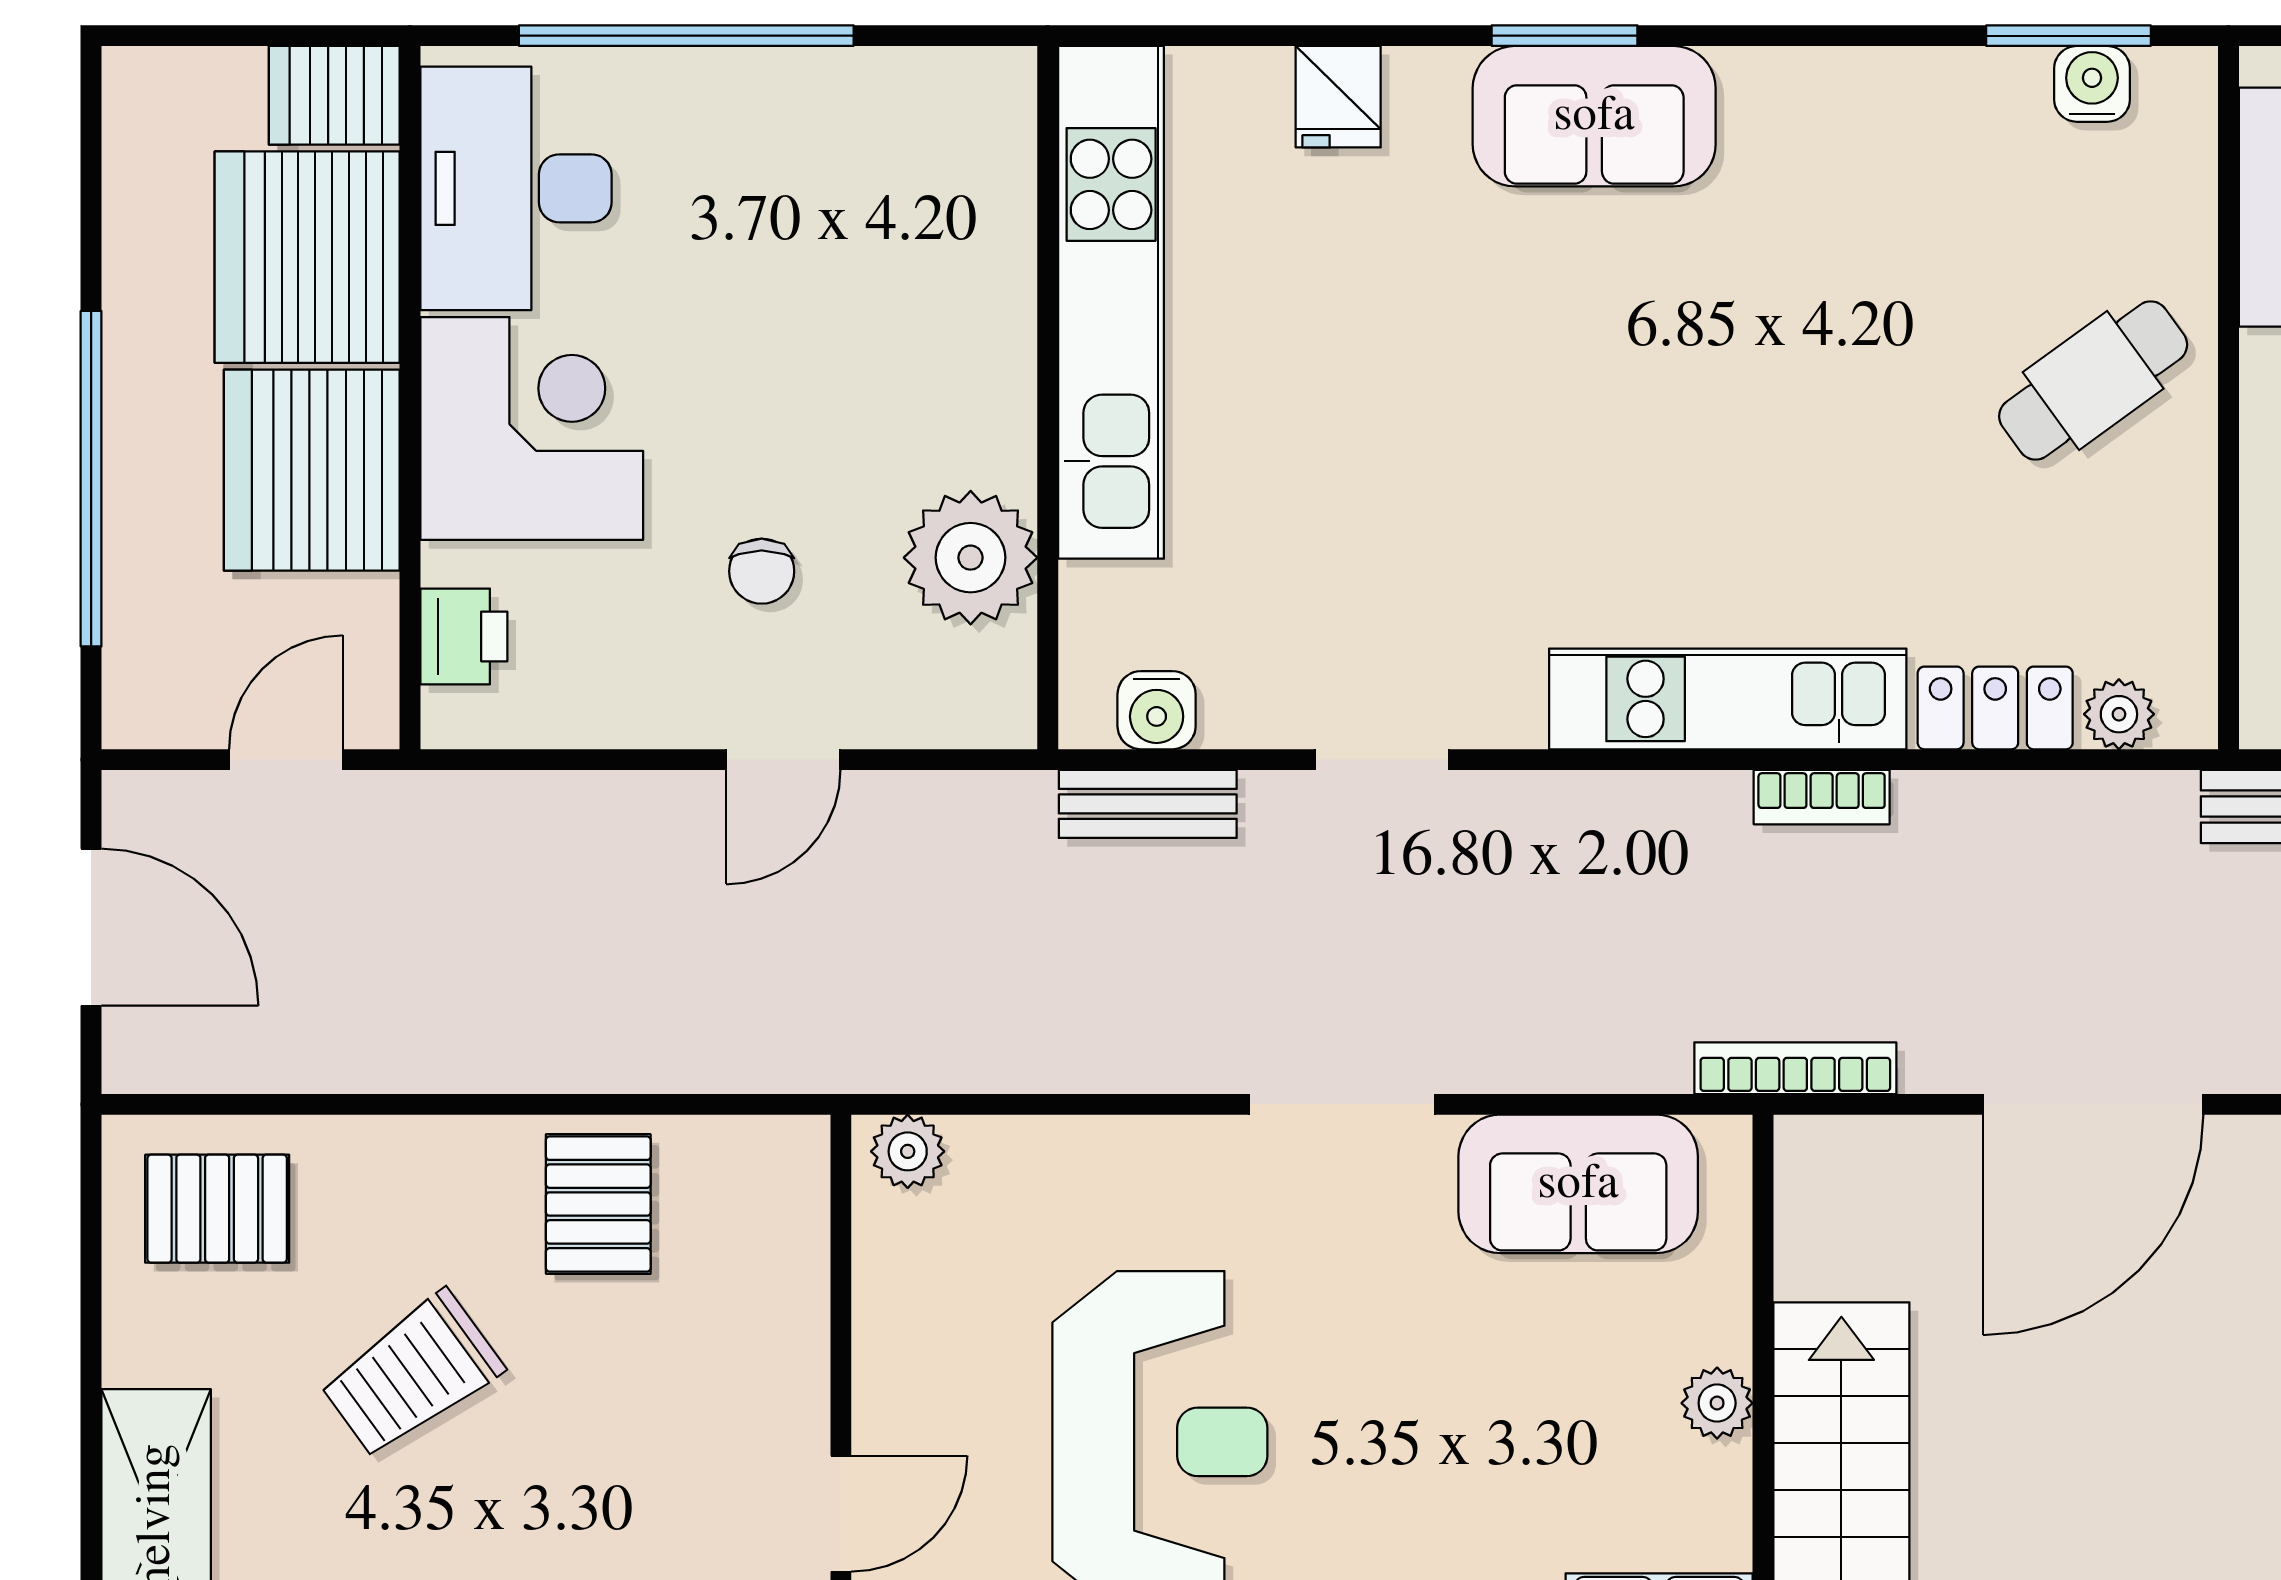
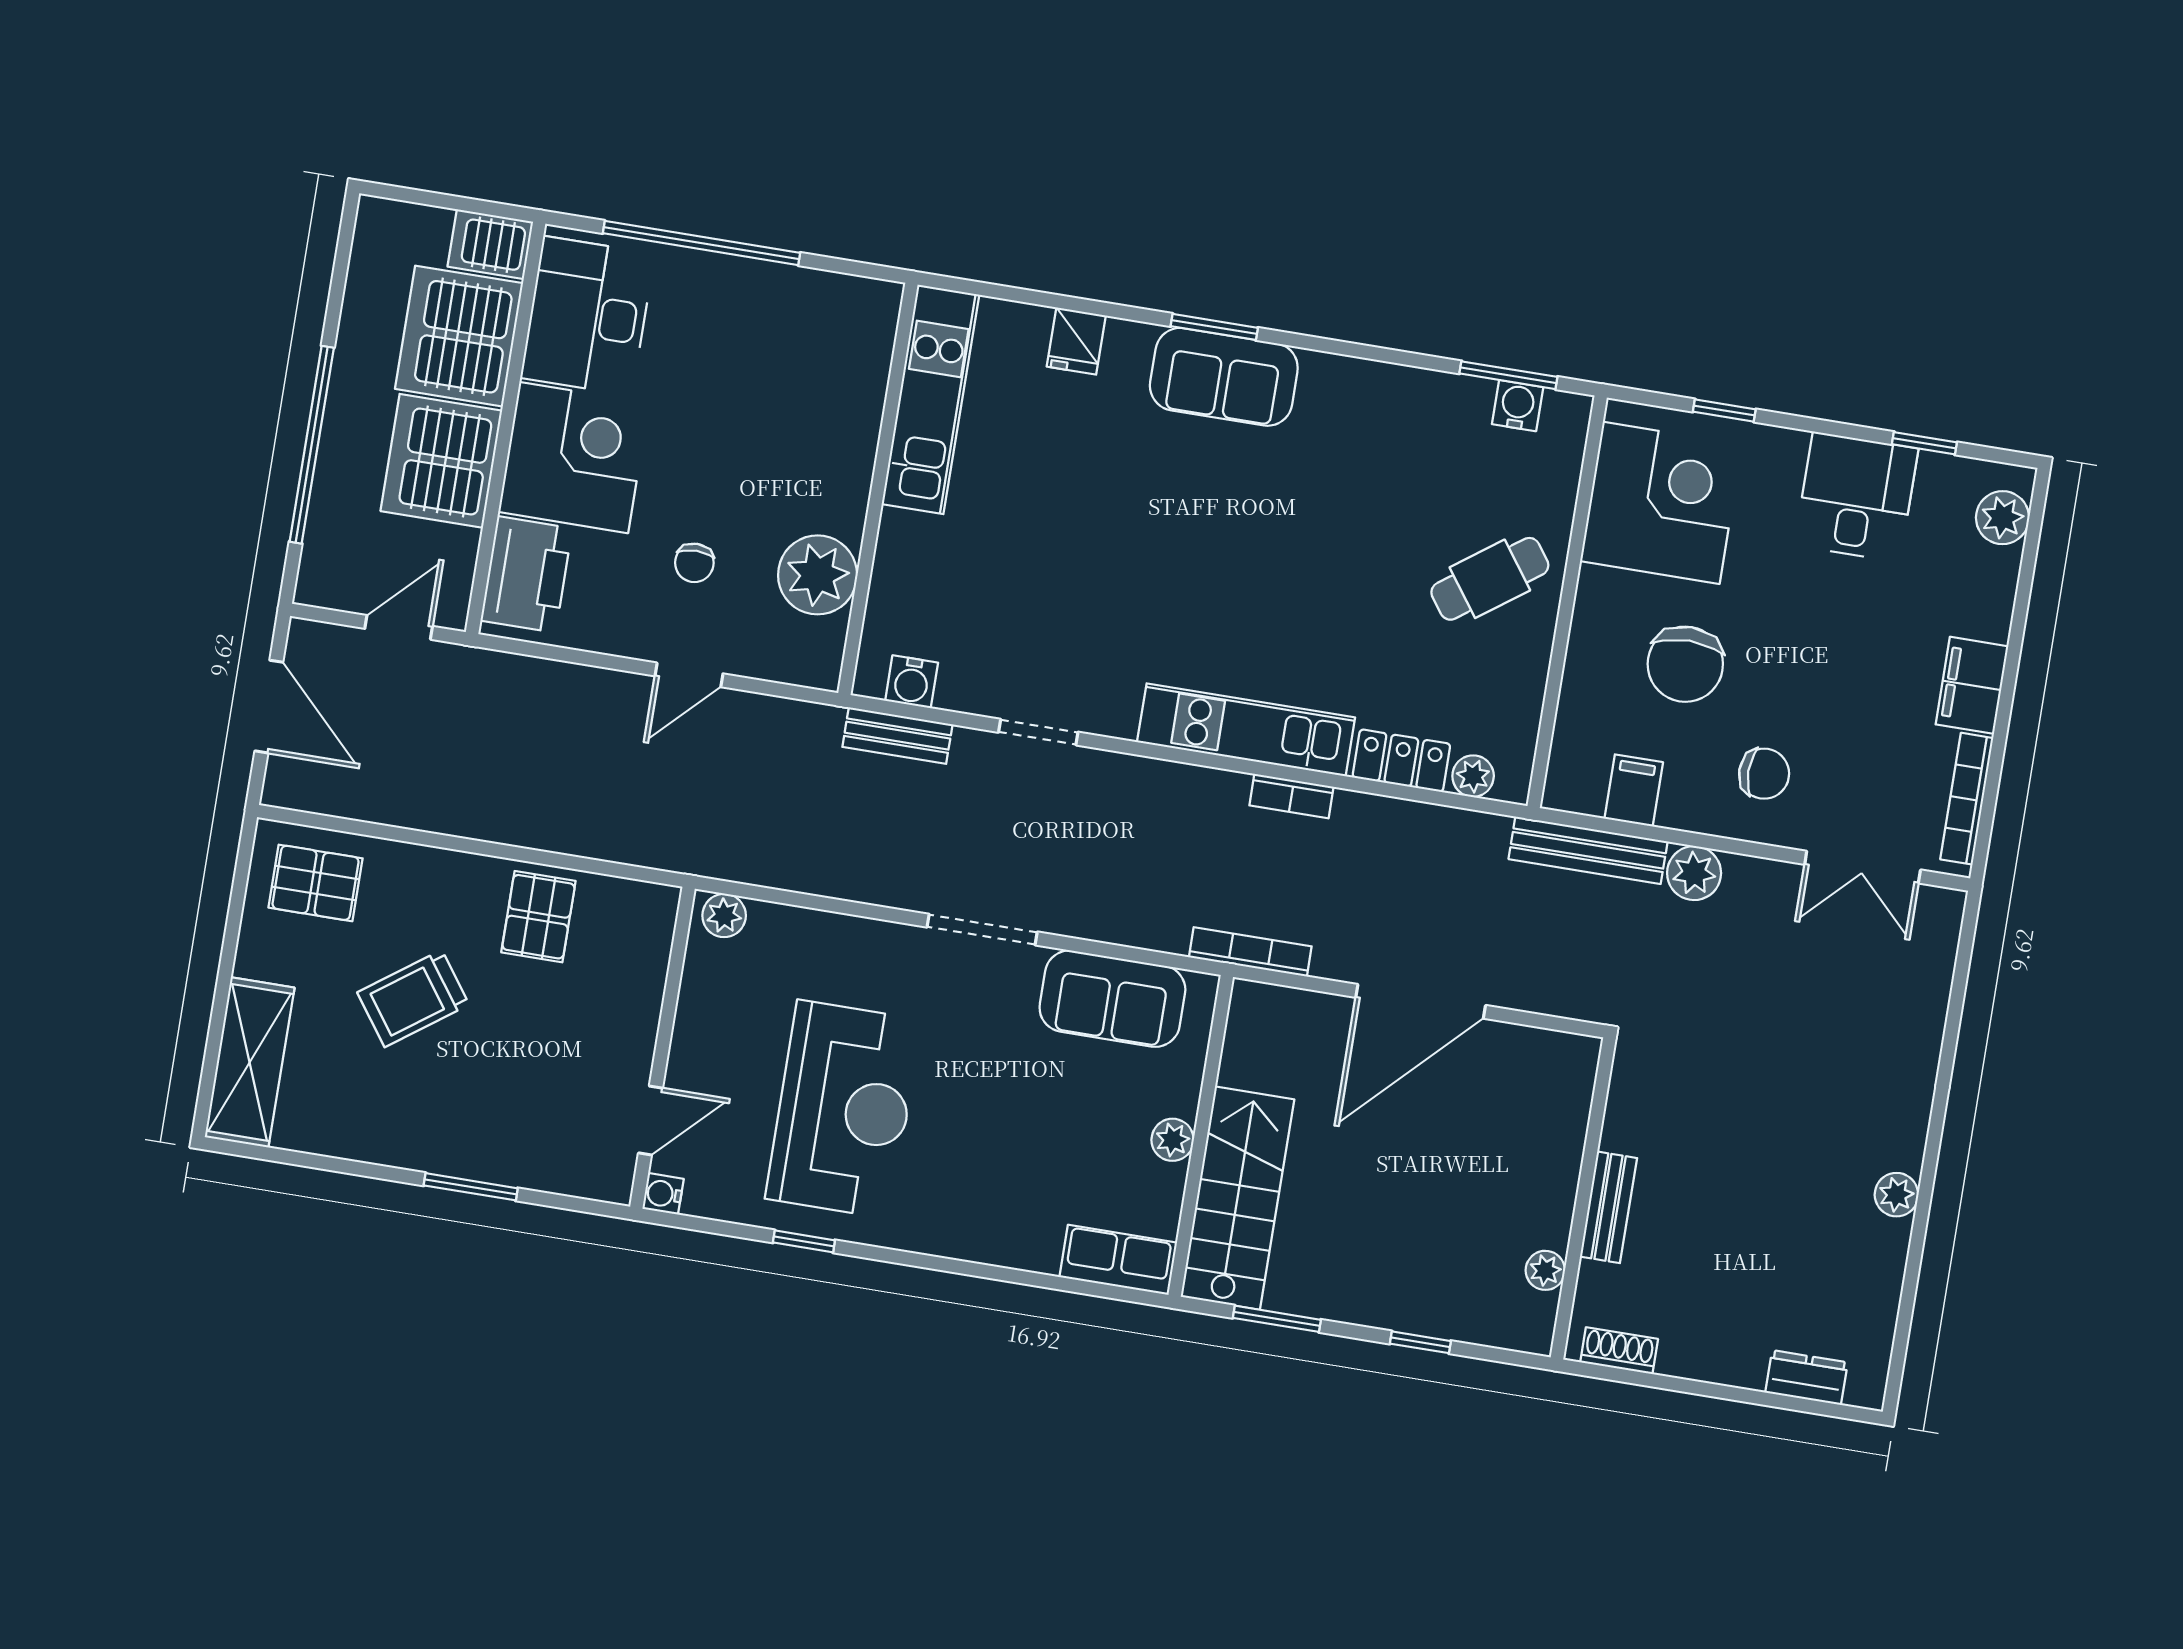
kitchen unit: (1111, 302) -> (931, 399), width x0.73
printer: (464, 636) -> (526, 574), width x1.87, depth x1.48

